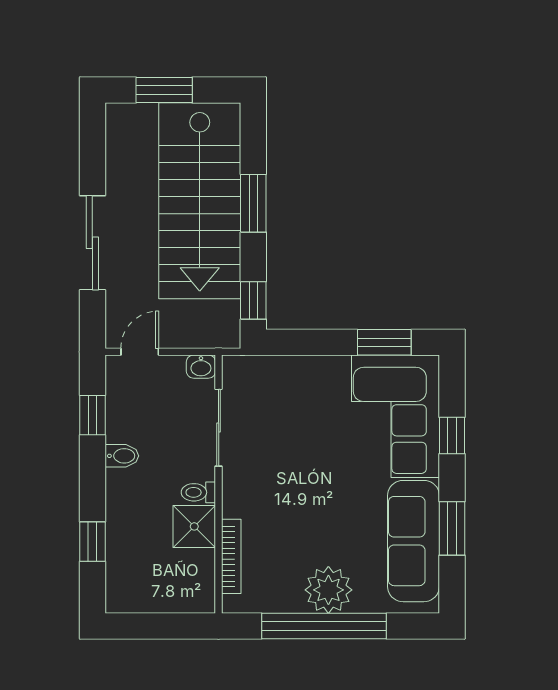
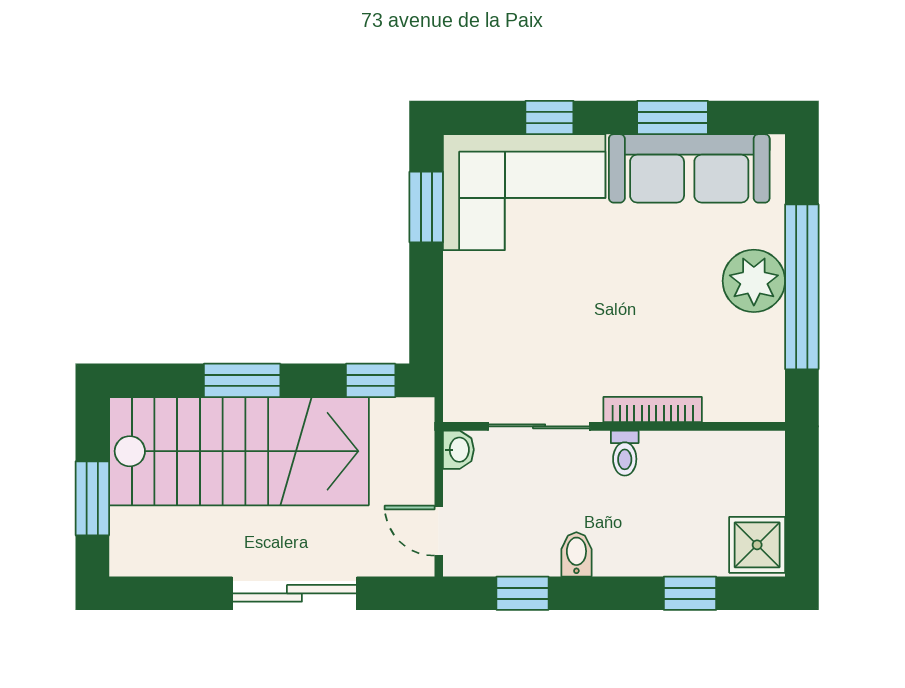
shower: (194, 526) -> (757, 545), moved
bookcase: (231, 556) -> (653, 410), moved

